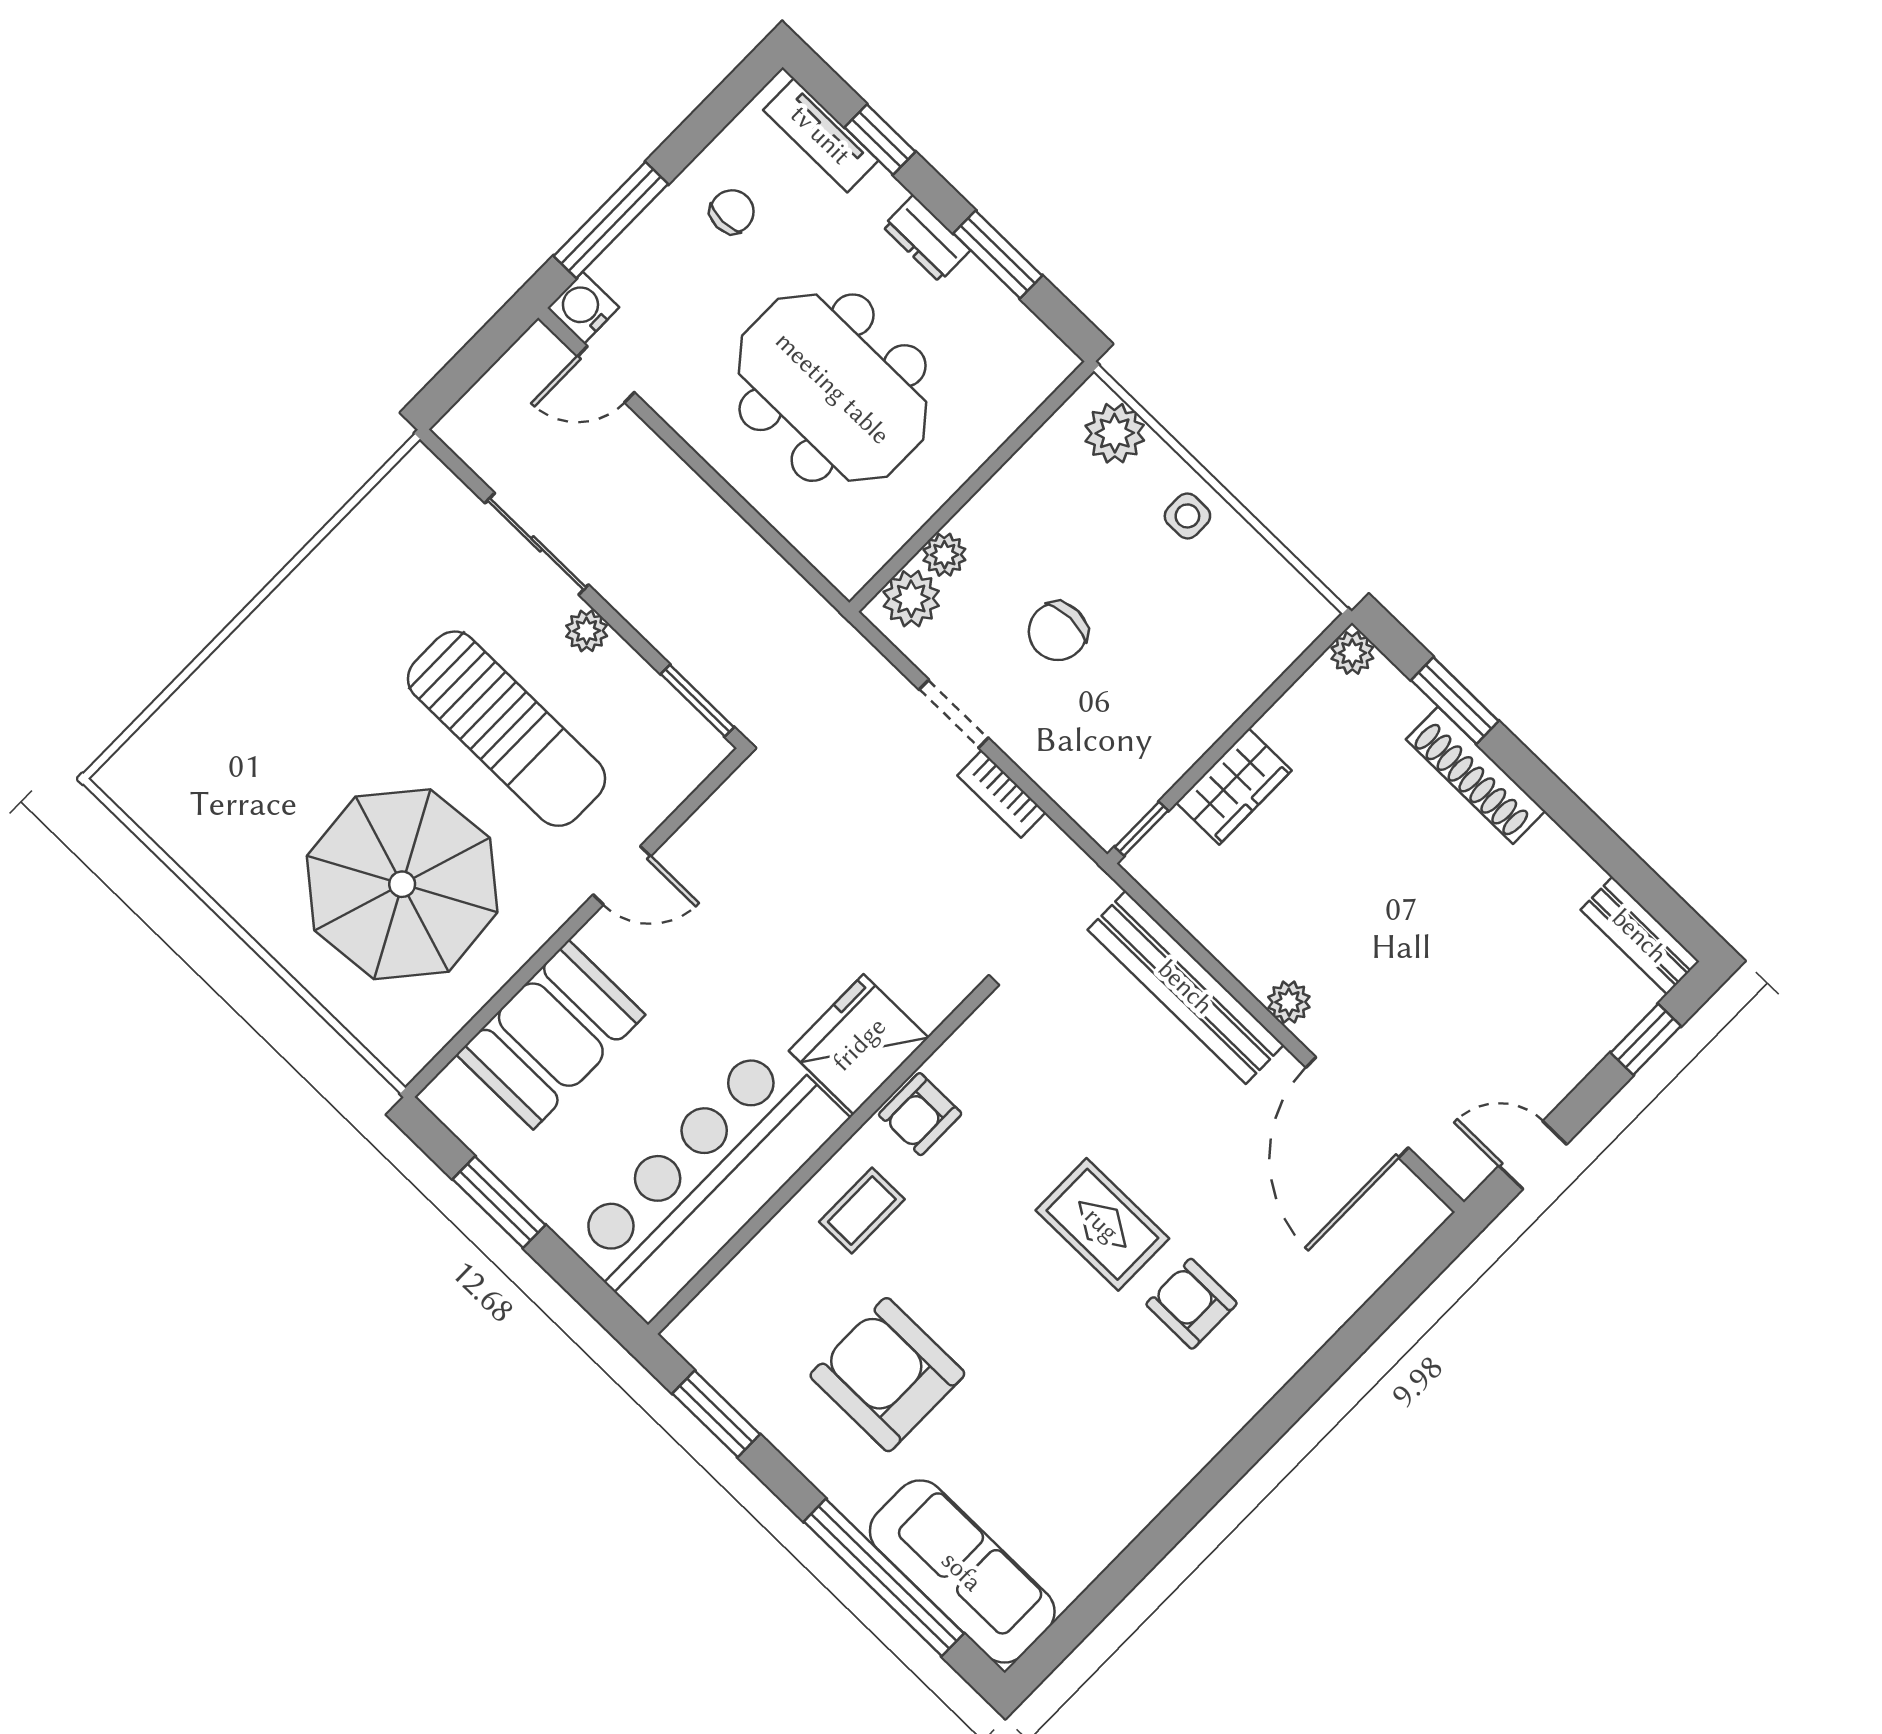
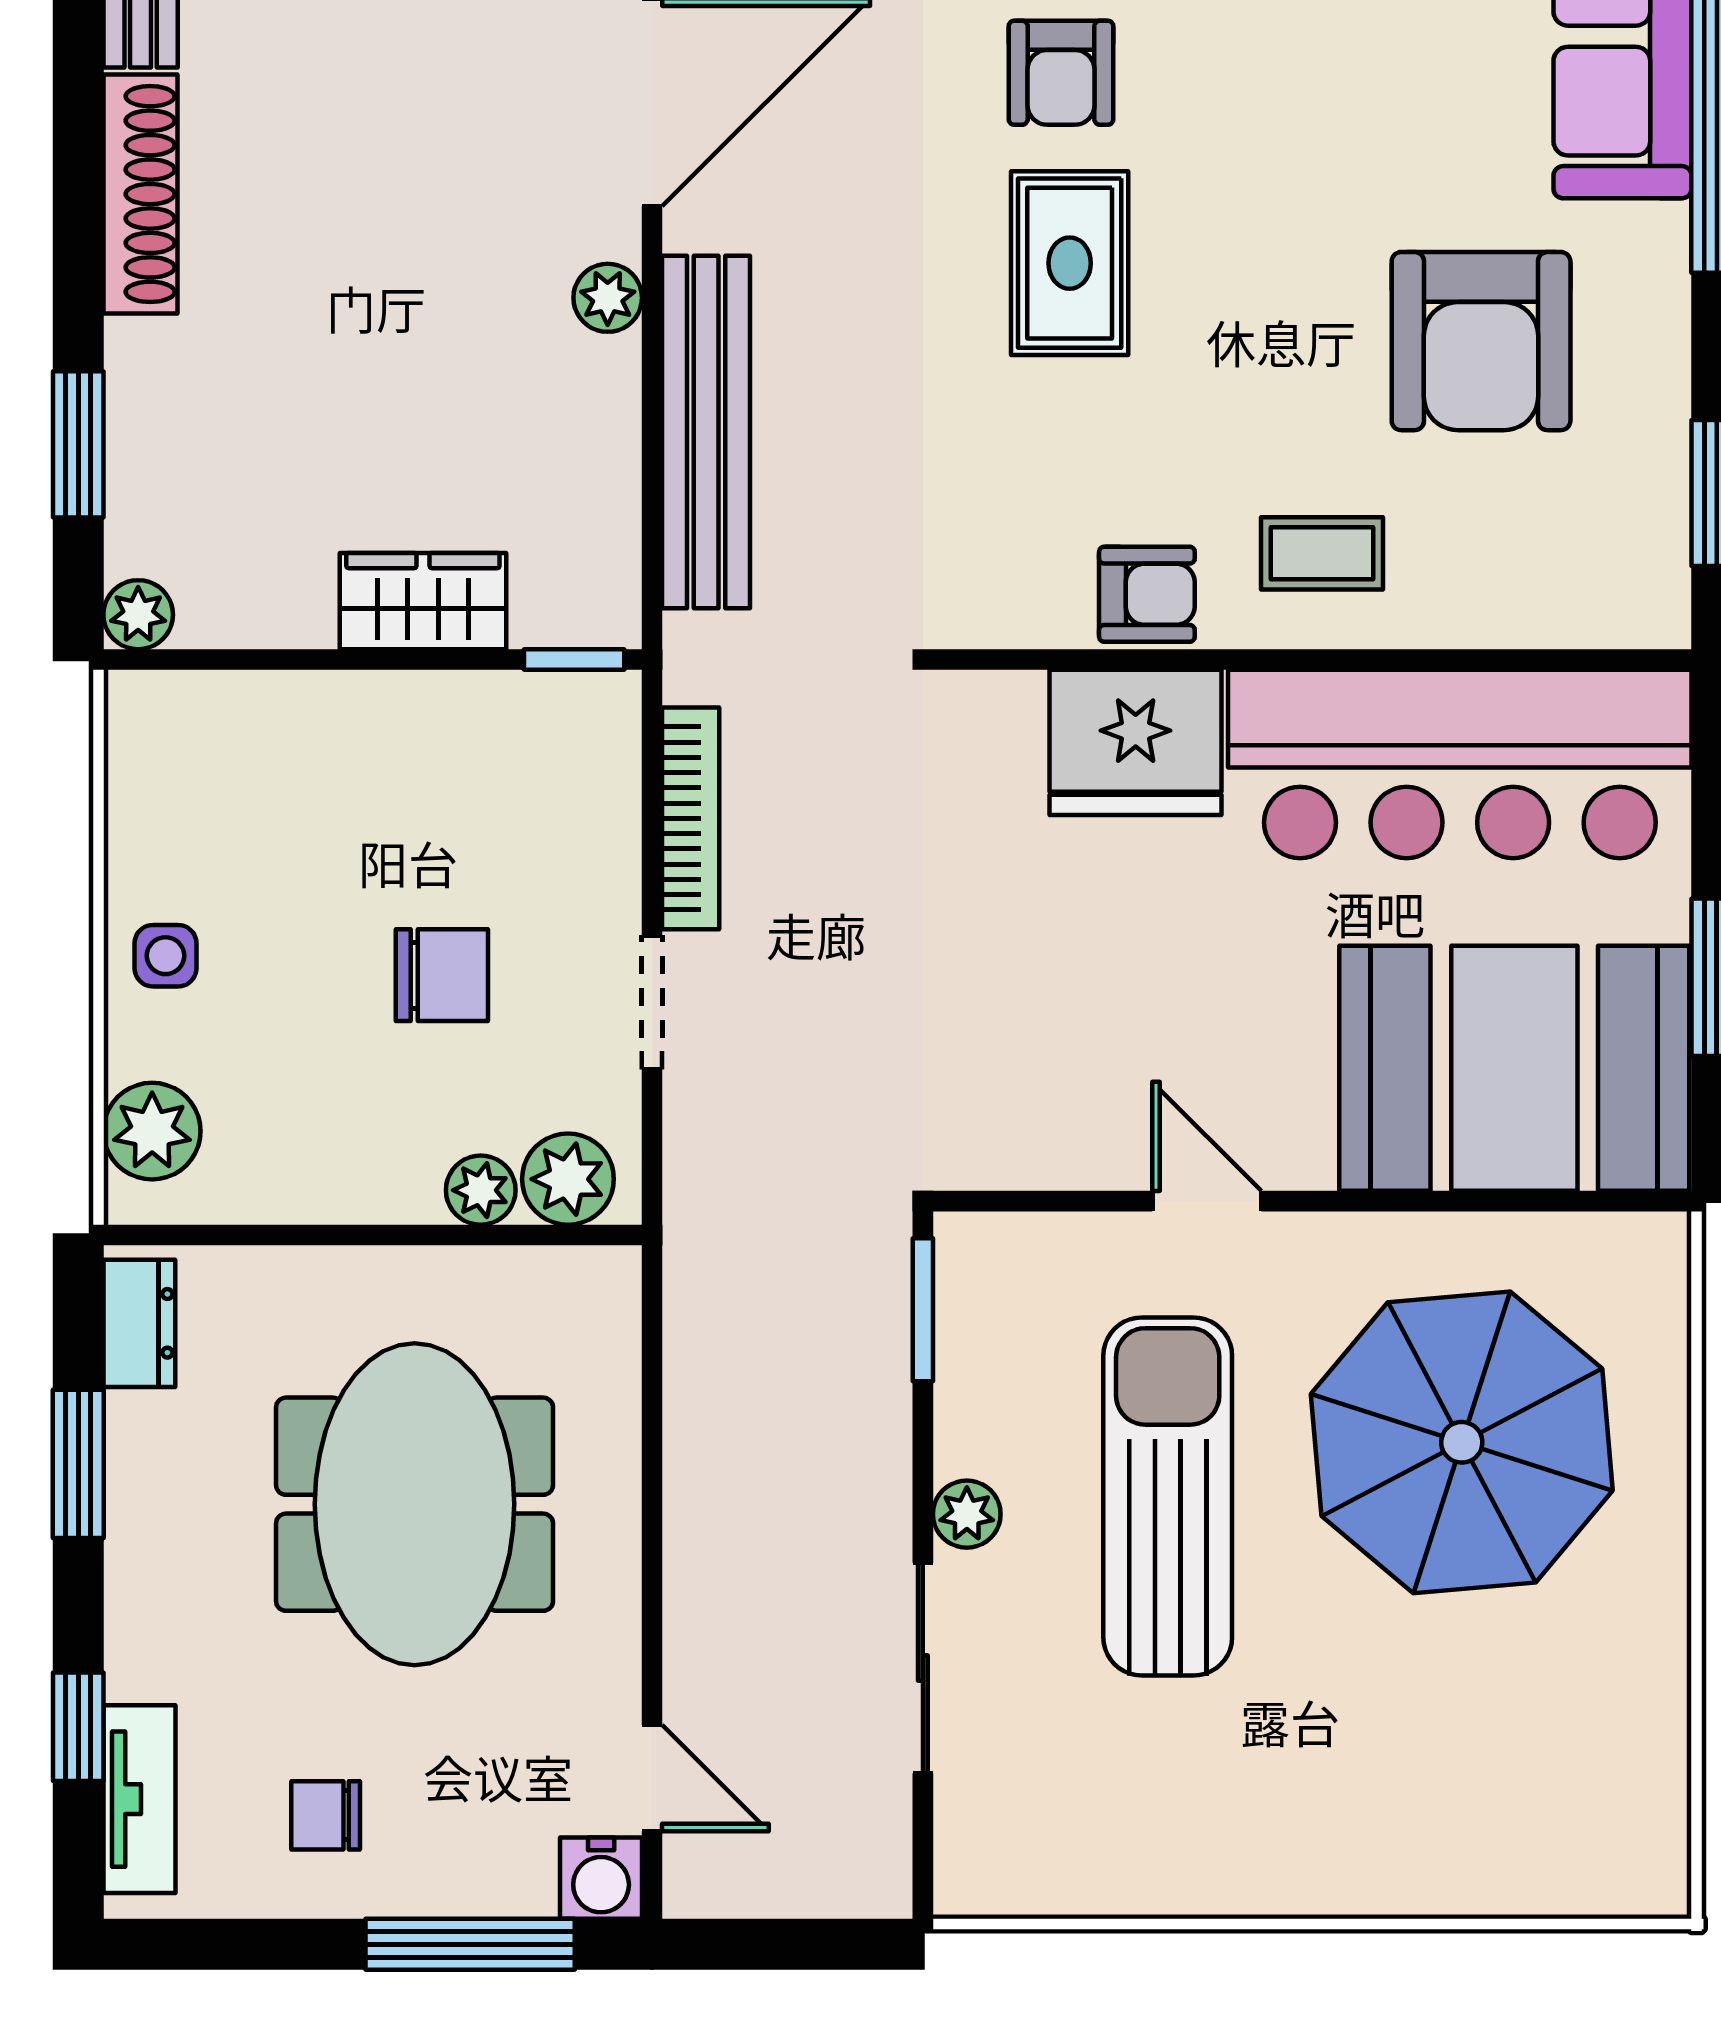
dresser: (926, 238) -> (139, 1323), moved
shoe rack: (1476, 775) -> (140, 194), moved
bookcase: (1001, 794) -> (691, 818), width x1.56
booth: (551, 1035) -> (1514, 1068), width x1.36, depth x1.42

